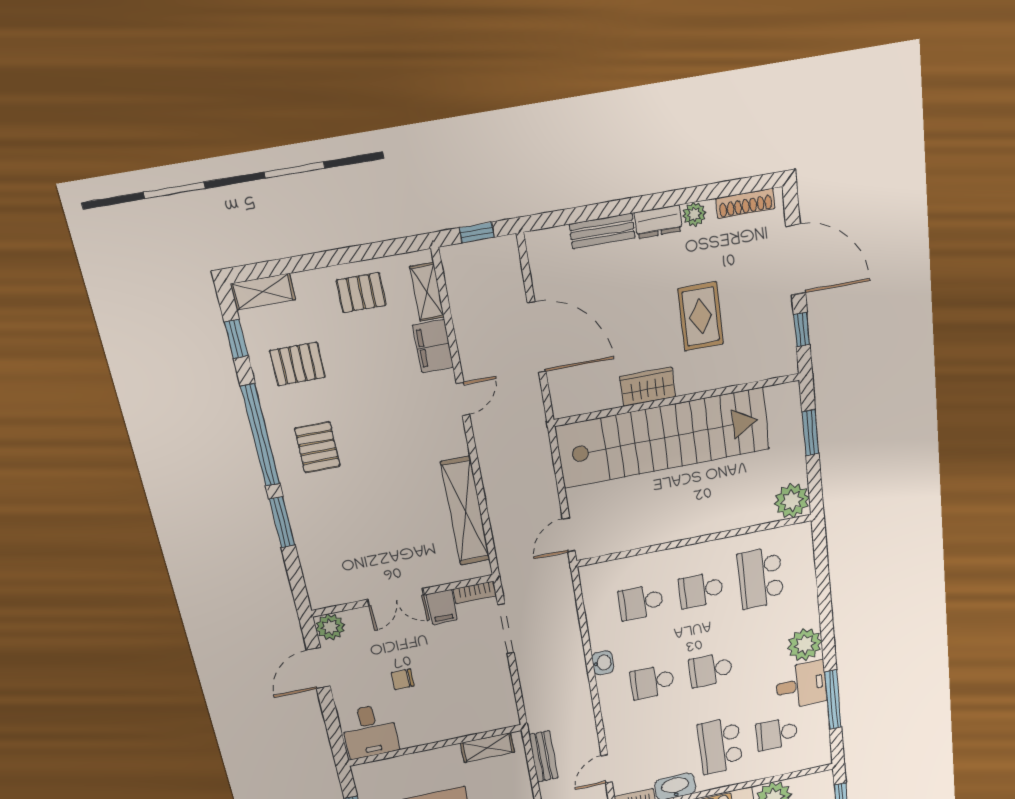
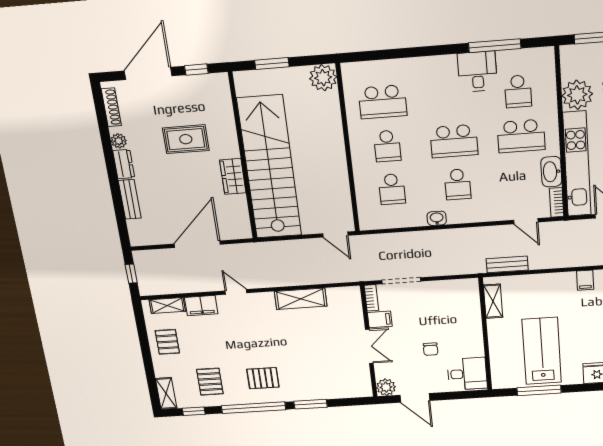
shelving: (465, 511) -> (301, 299), width x0.68
plant: (805, 645) -> (443, 69), removed
school desk: (711, 670) -> (454, 141), width x1.85

